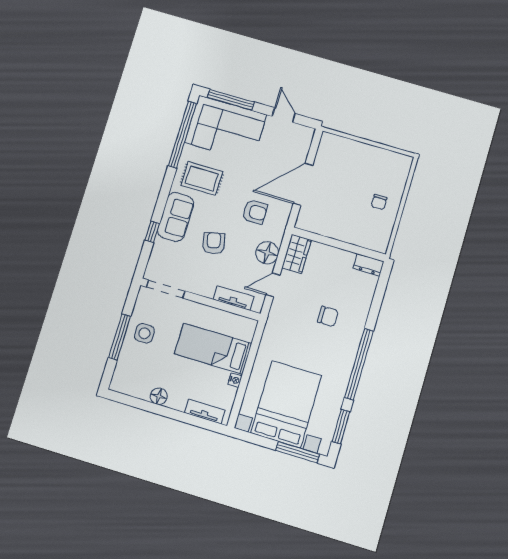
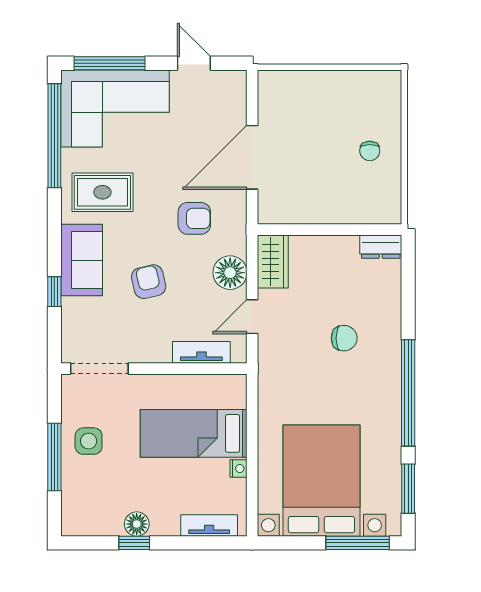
window: (153, 408) -> (134, 543), added

